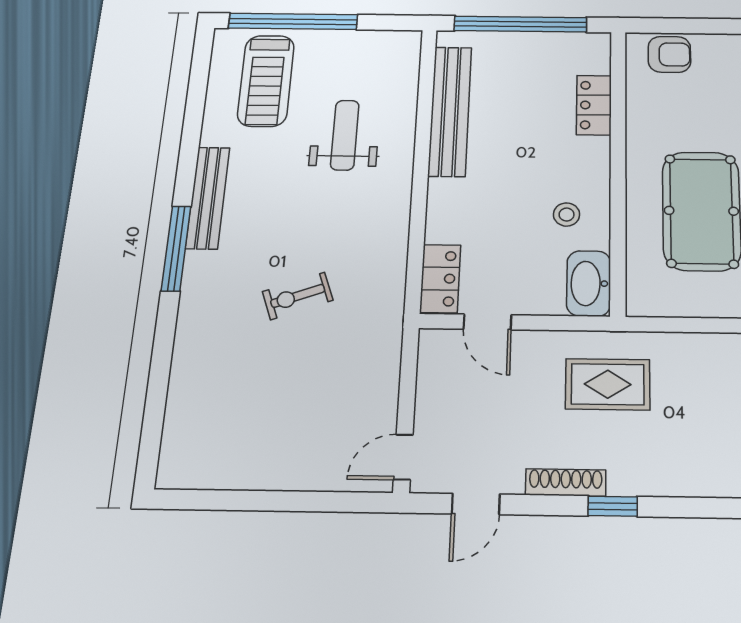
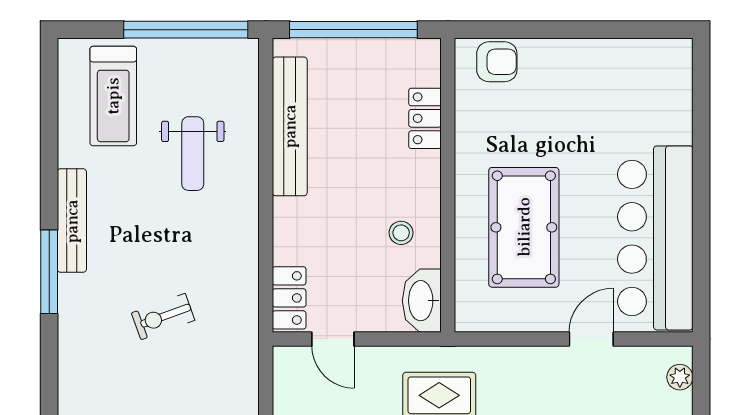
window: (293, 21) -> (186, 30), moved
weight bench: (345, 135) -> (193, 154), turned 180

